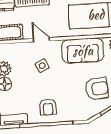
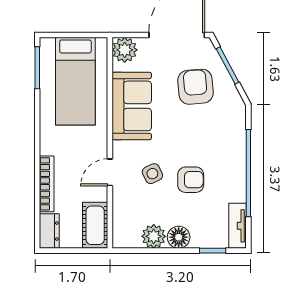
armchair: (48, 107) -> (191, 180), moved

